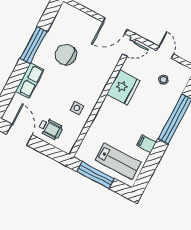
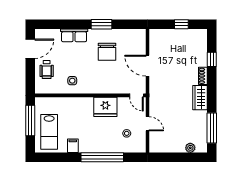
door: (115, 26) -> (148, 66), moved
window: (33, 45) -> (102, 24), width x0.69
door: (165, 52) -> (148, 124), hinge flipped
chair: (66, 55) -> (107, 52), turned 180

